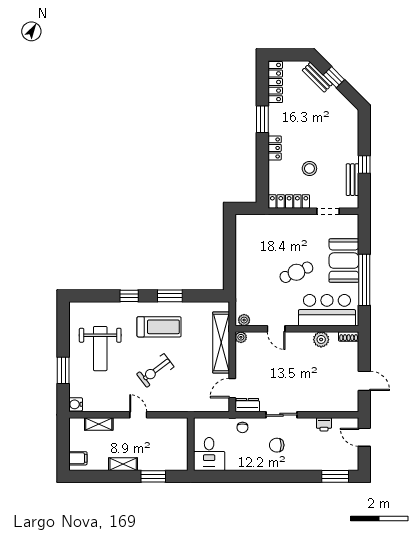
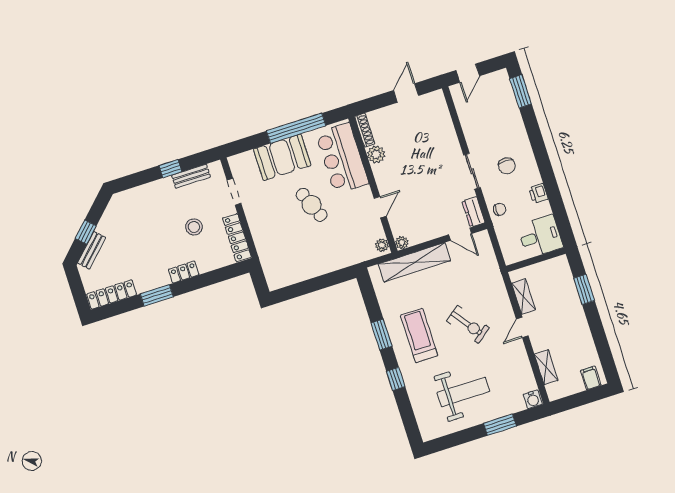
shoe rack: (349, 336) -> (365, 130), width x1.43
printer: (324, 424) -> (538, 194), moved, turned 180
shelving: (123, 464) -> (524, 296), moved

